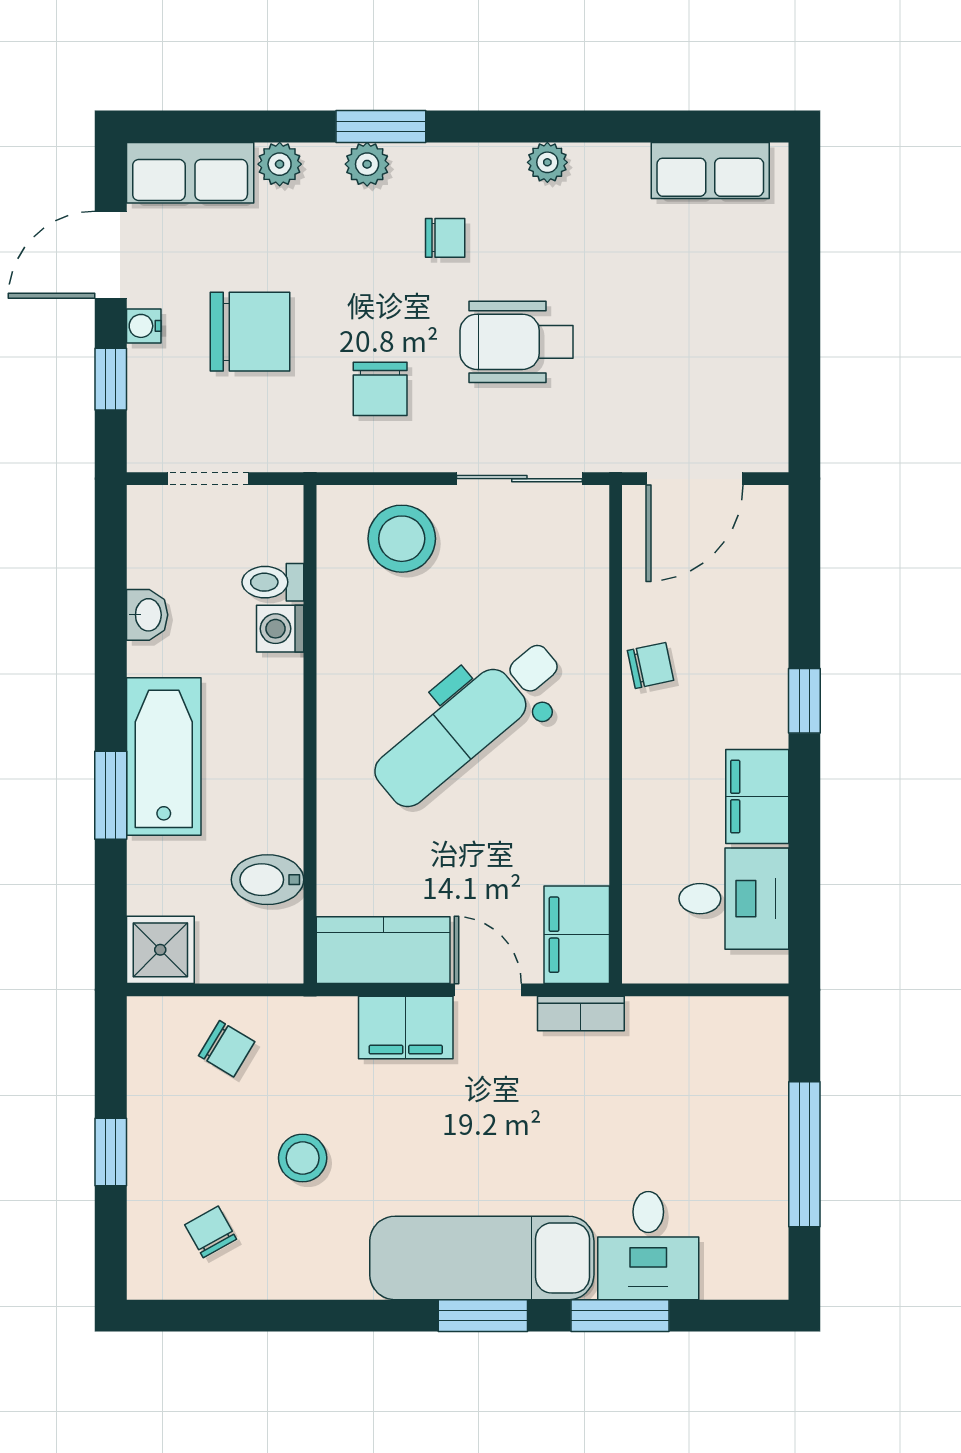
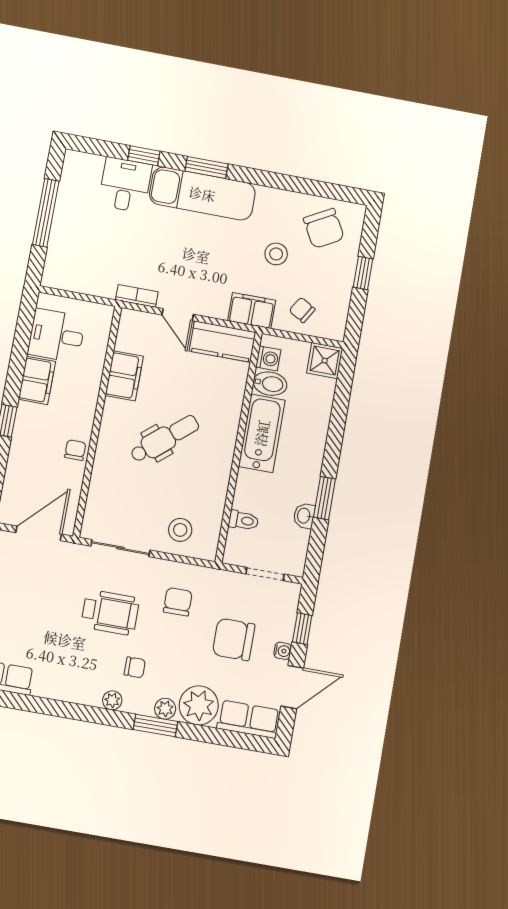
plant: (547, 162) -> (112, 700), moved
plant: (280, 164) -> (199, 705), width x1.88, depth x1.88
chair: (445, 238) -> (135, 667), turned 180
stool: (402, 539) -> (180, 530), width x0.73, depth x0.73
washing machine: (280, 629) -> (268, 358), moved
chair: (650, 665) -> (75, 450), turned 102
dental chair: (468, 723) -> (165, 439), width x0.73, depth x0.72
bathtub: (164, 756) -> (262, 433), moved, turned 180
window: (111, 795) -> (325, 498), moved
filing cabinet: (577, 935) -> (124, 376), moved
filing cabinet: (406, 1028) -> (252, 311), moved
chair: (211, 1232) -> (324, 228), width x1.87, depth x1.87
window: (620, 1316) -> (144, 156), width x0.67

